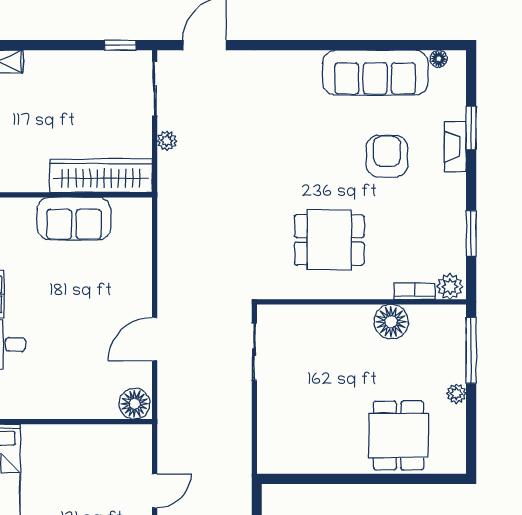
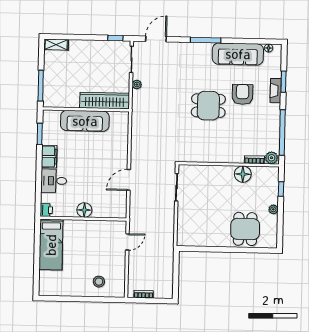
window: (308, 45) -> (206, 40), added
sofa: (74, 219) -> (85, 121), width x1.36
window: (471, 233) -> (282, 133), width x2.11
dining table: (329, 240) -> (208, 106), moved
window: (471, 351) -> (281, 189), width x0.46
floor lamp: (135, 404) -> (84, 210), moved
door: (155, 491) -> (127, 242), moved

